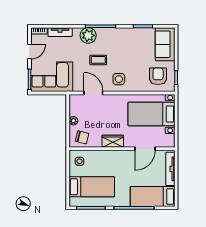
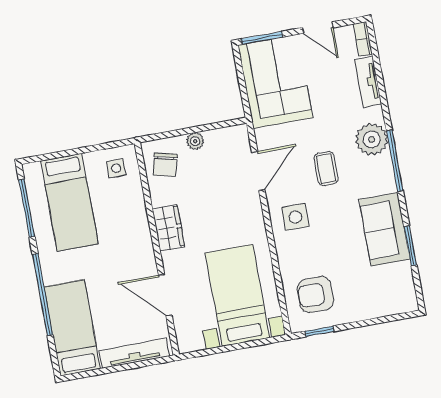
sofa: (165, 44) -> (385, 229), moved, turned -90
armchair: (158, 76) -> (315, 295), turned 180

